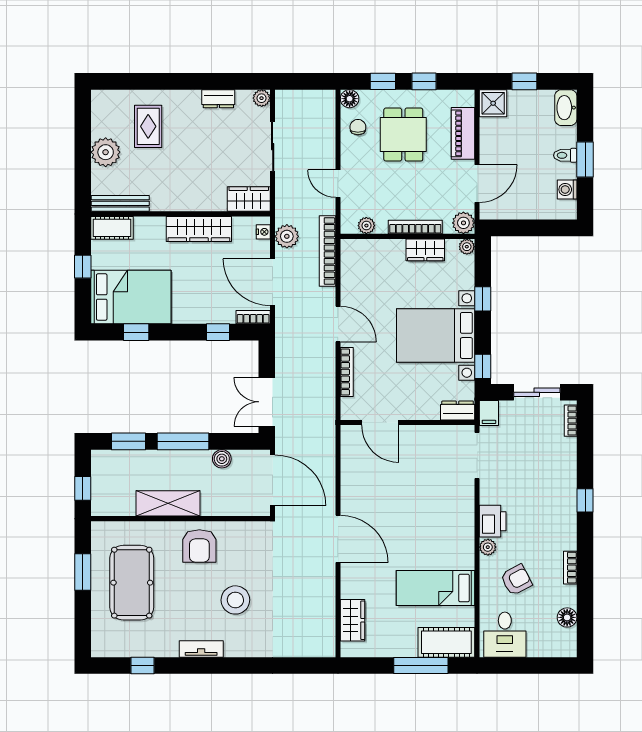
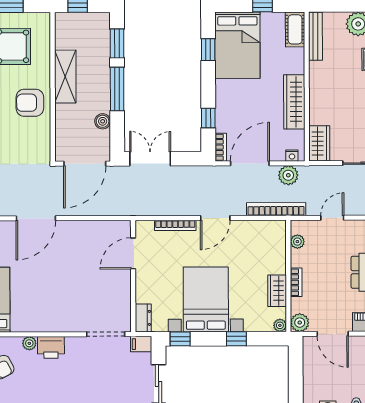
bookcase: (415, 227) -> (296, 282), width x0.64

